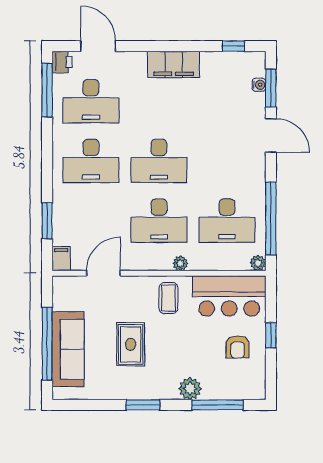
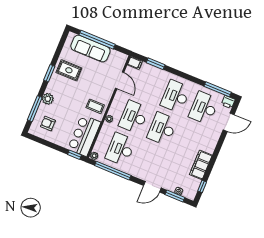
filing cabinet: (174, 64) -> (201, 165), moved
window: (271, 335) -> (74, 155), moved
rug: (131, 344) -> (69, 70), moved
armchair: (238, 347) -> (48, 123), moved

